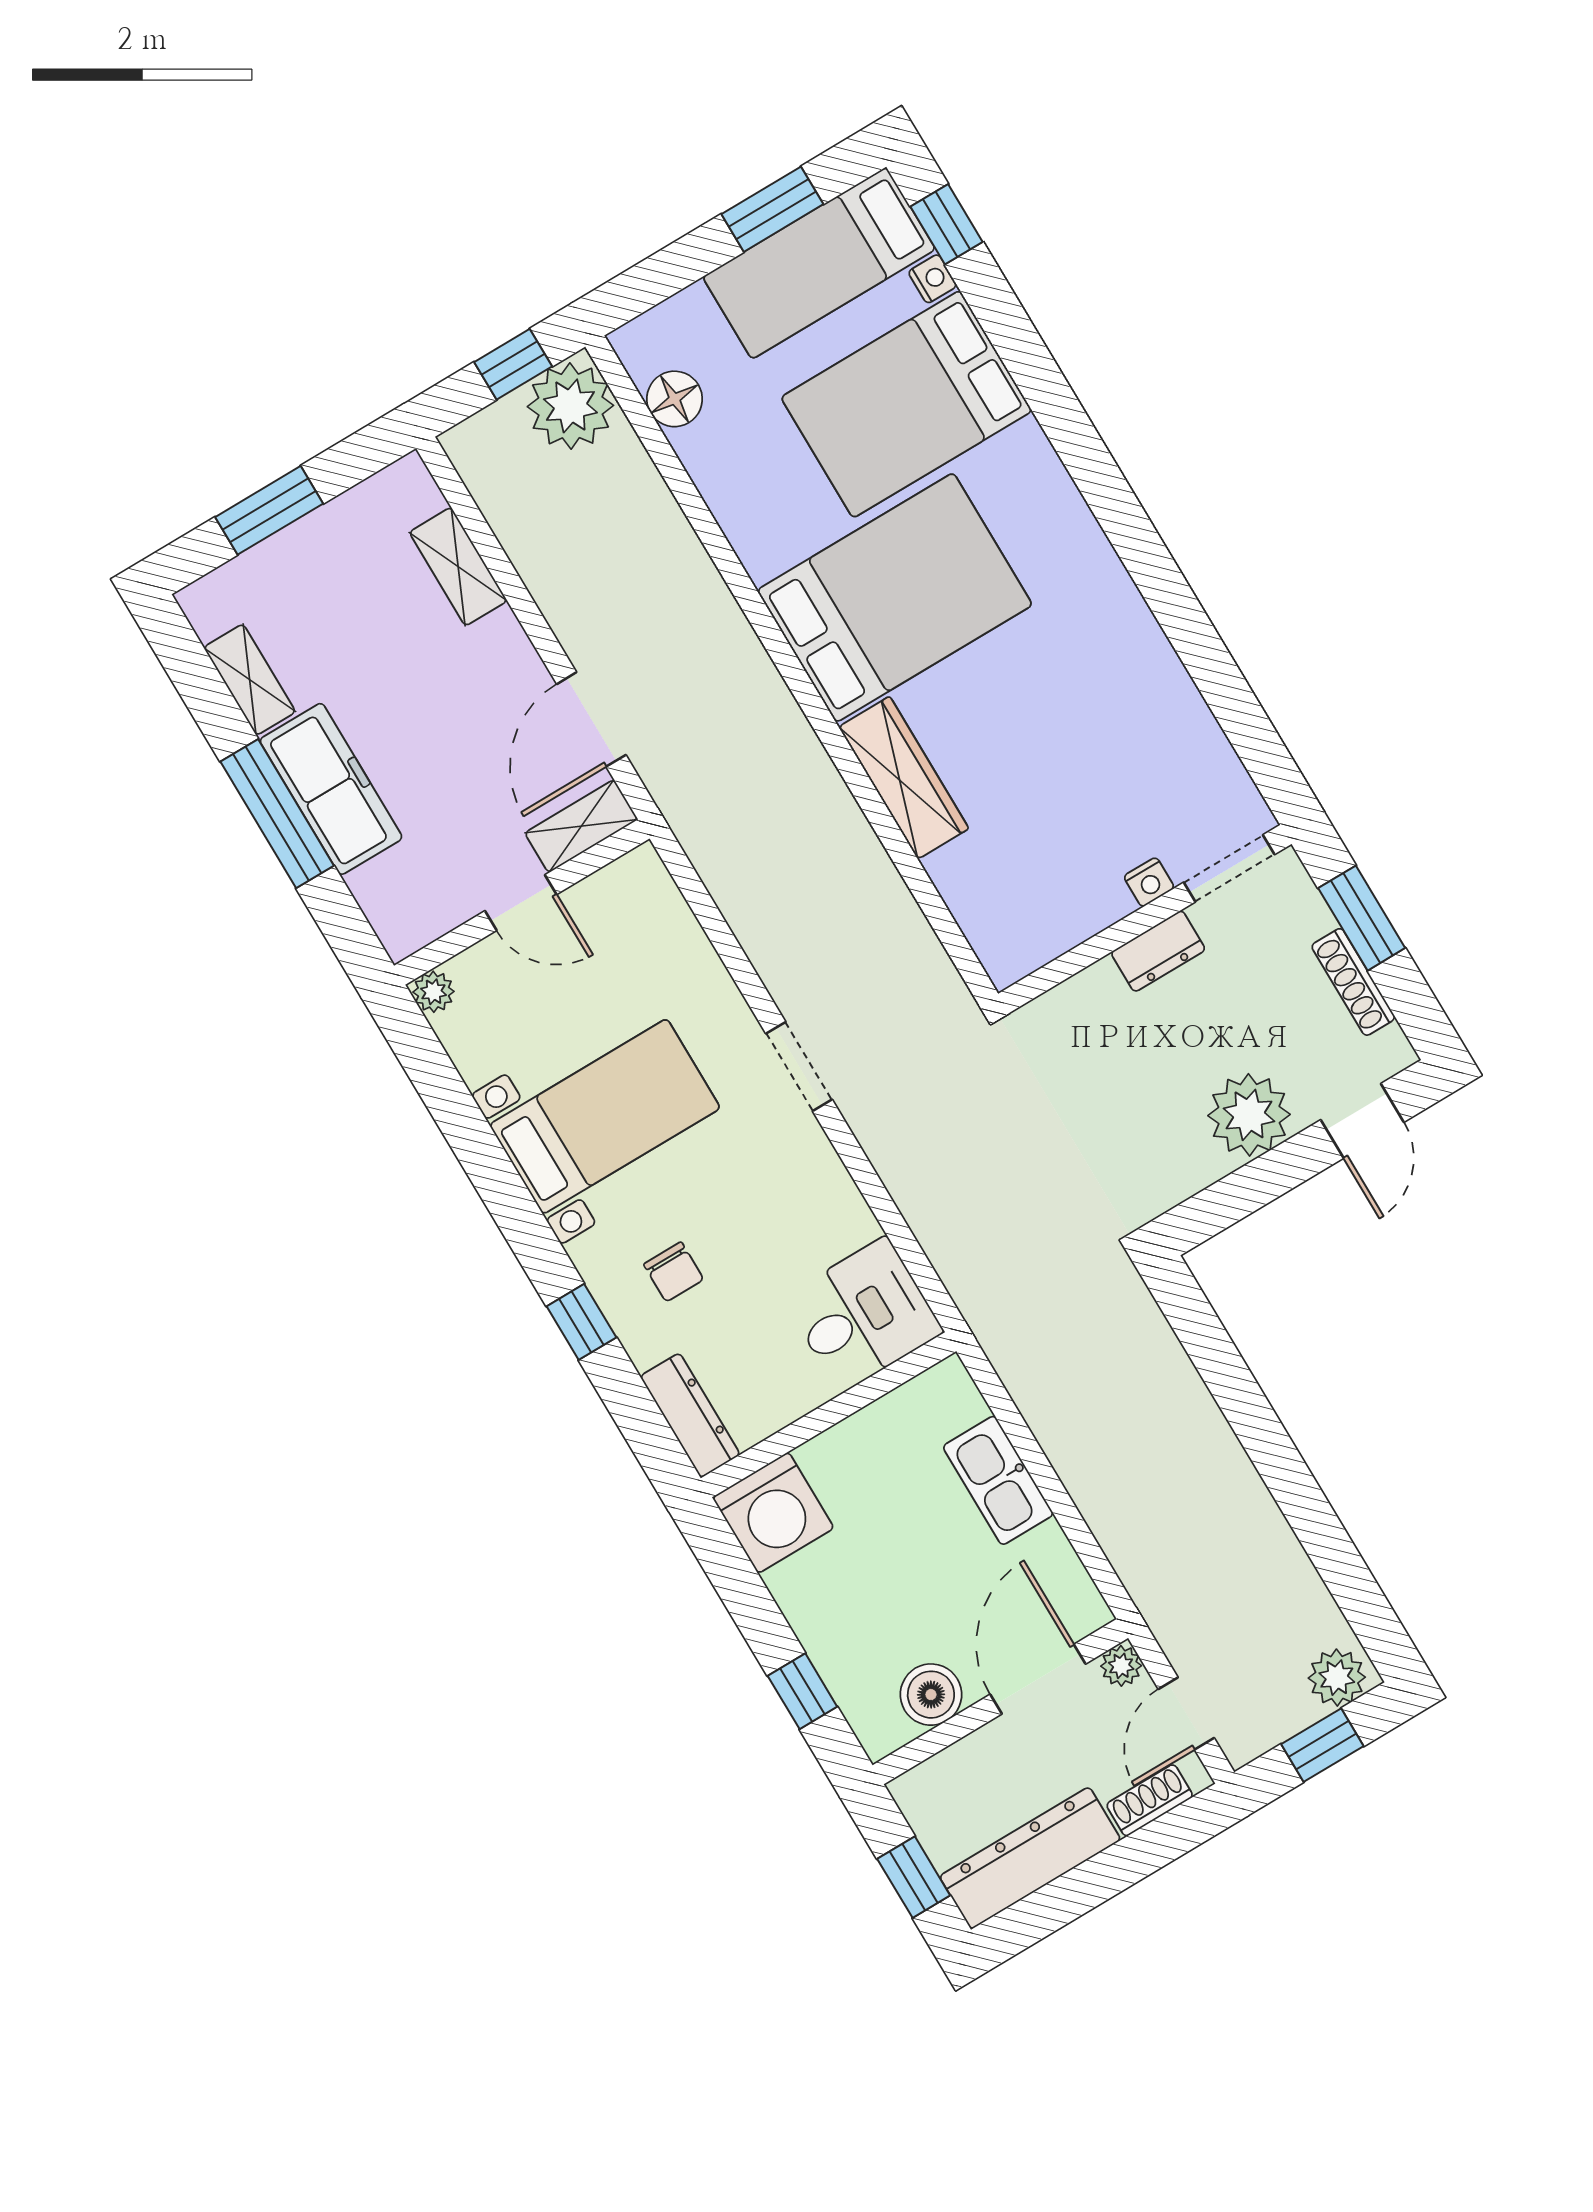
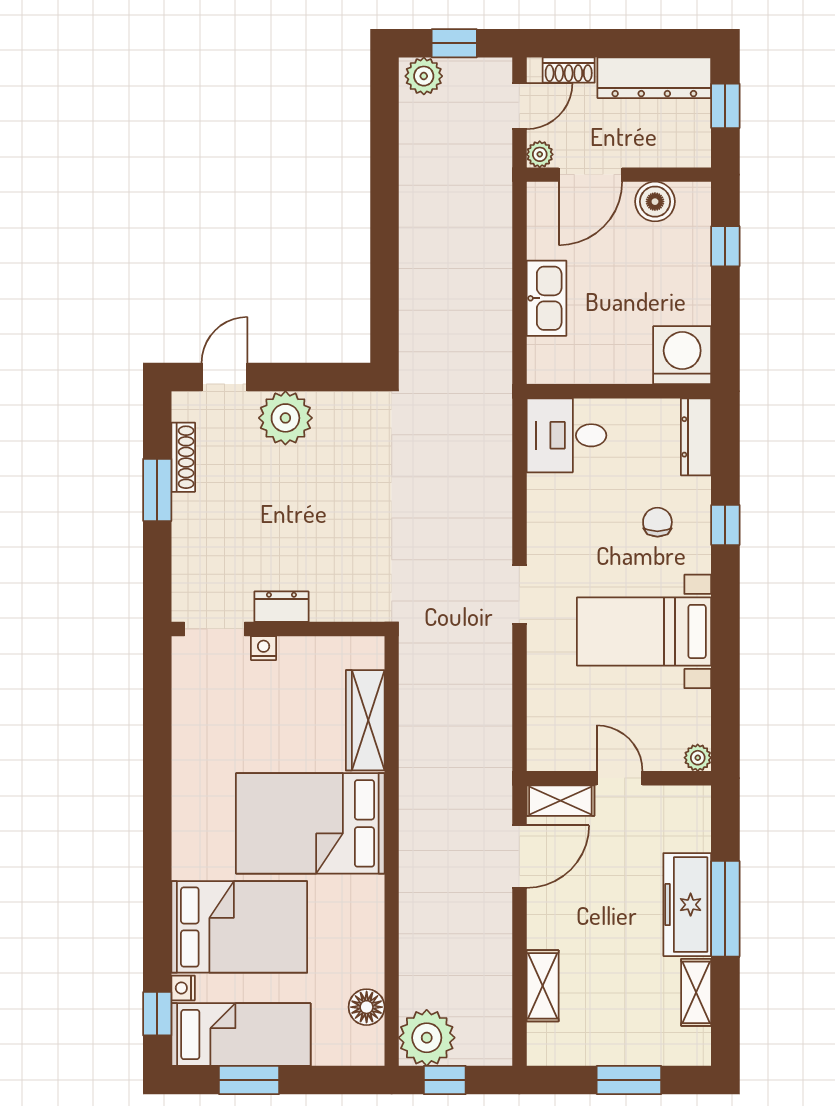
doorway: (1229, 868) -> (214, 629), moved
nightstand: (1149, 882) -> (264, 648), moved
wall: (1145, 919) -> (278, 629), moved
dresser: (1158, 951) -> (281, 607), moved

